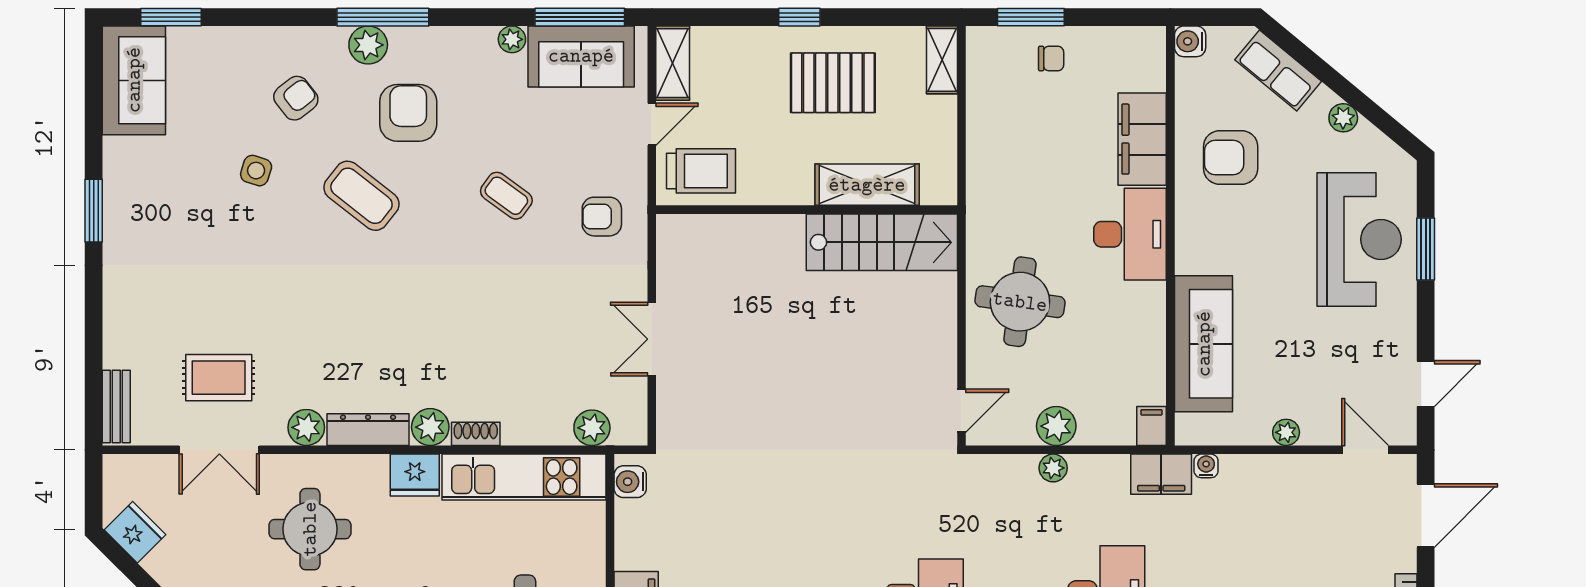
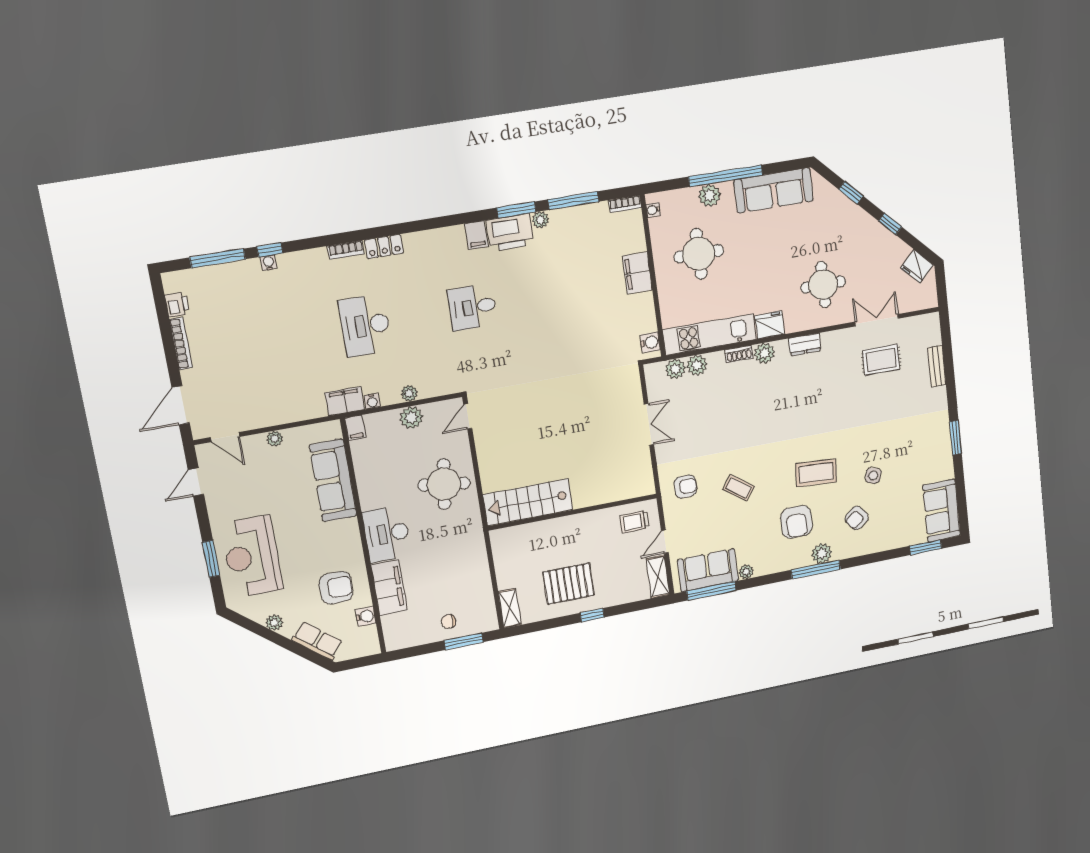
water cooler: (1190, 41) -> (366, 616), moved
trolley: (701, 171) -> (634, 522), width x0.73, depth x0.72
shelving: (867, 185) -> (541, 532), removed
coffee table: (361, 196) -> (816, 473), turned -34
bench: (116, 407) -> (937, 366), moved
plant: (306, 427) -> (697, 365), moved
dresser: (368, 430) -> (805, 345), width x0.70
water cooler: (1206, 466) -> (372, 401), moved

